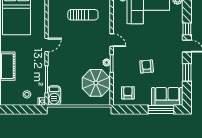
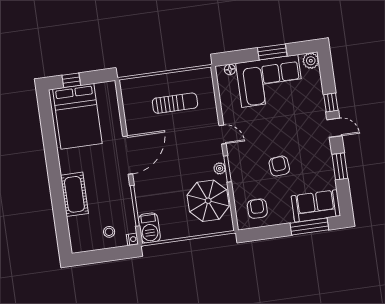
door: (47, 45) -> (128, 155), width x1.87

